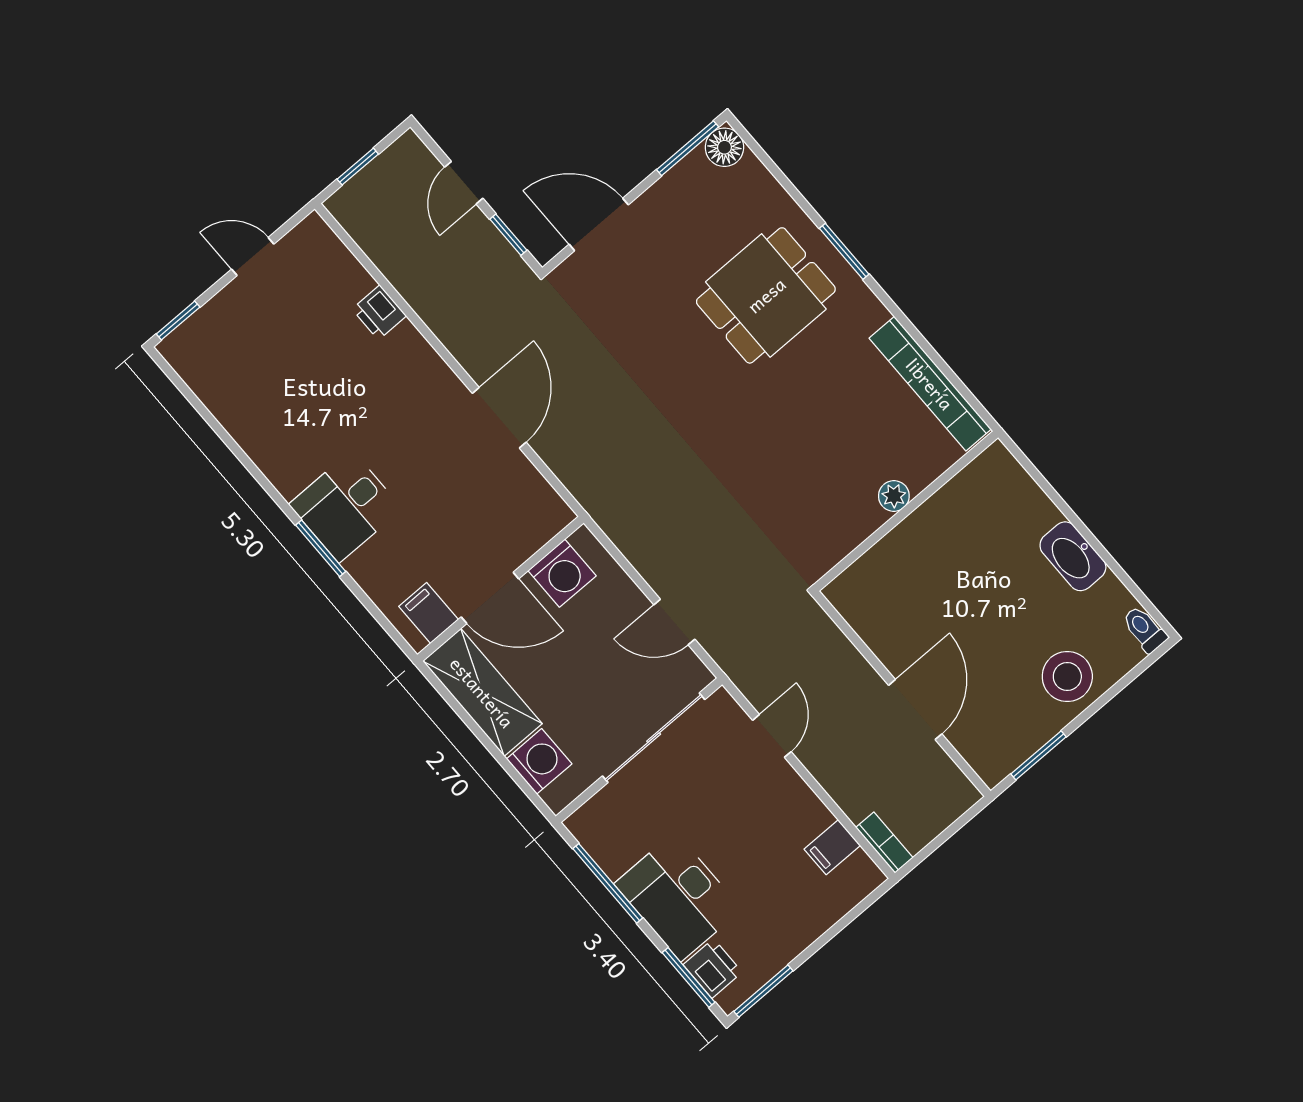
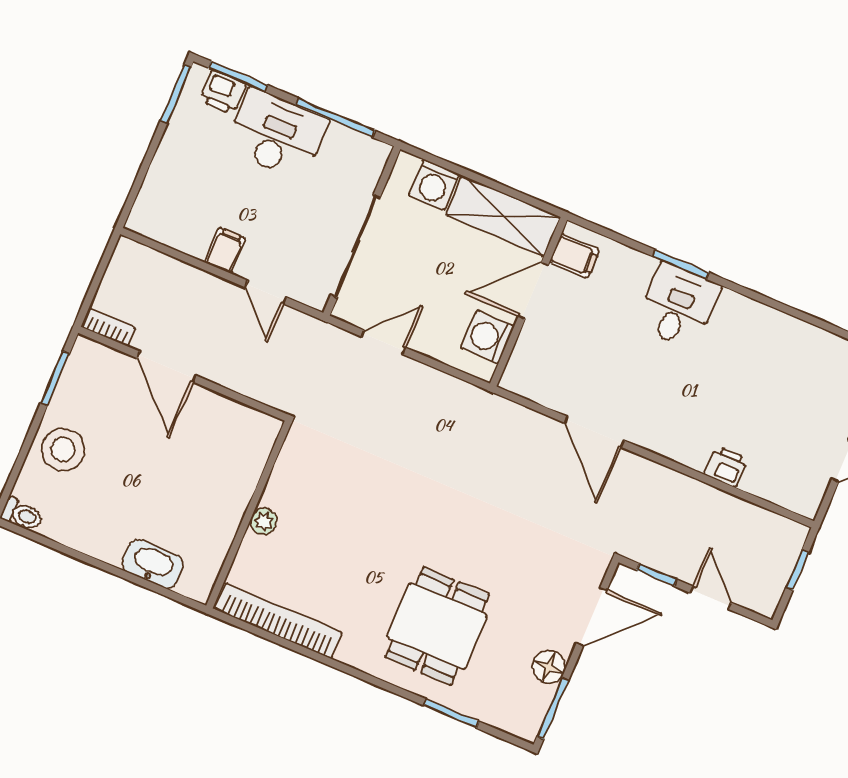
floor lamp: (724, 147) -> (549, 667), moved
window: (844, 251) -> (451, 714), moved
washbasin: (1073, 556) -> (153, 564), moved
bookcase: (884, 843) -> (108, 327), moved, turned 180
filing cabinet: (832, 847) -> (225, 250), moved

